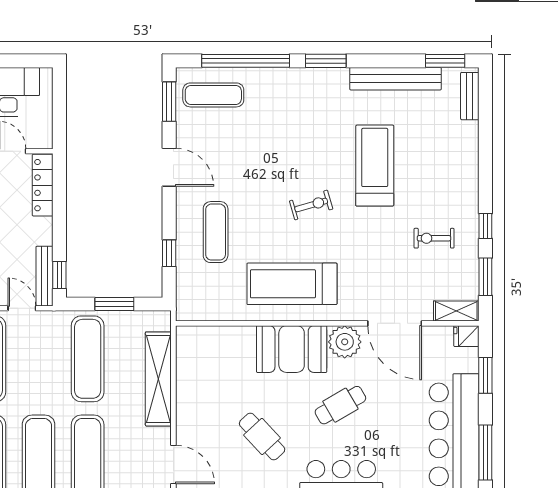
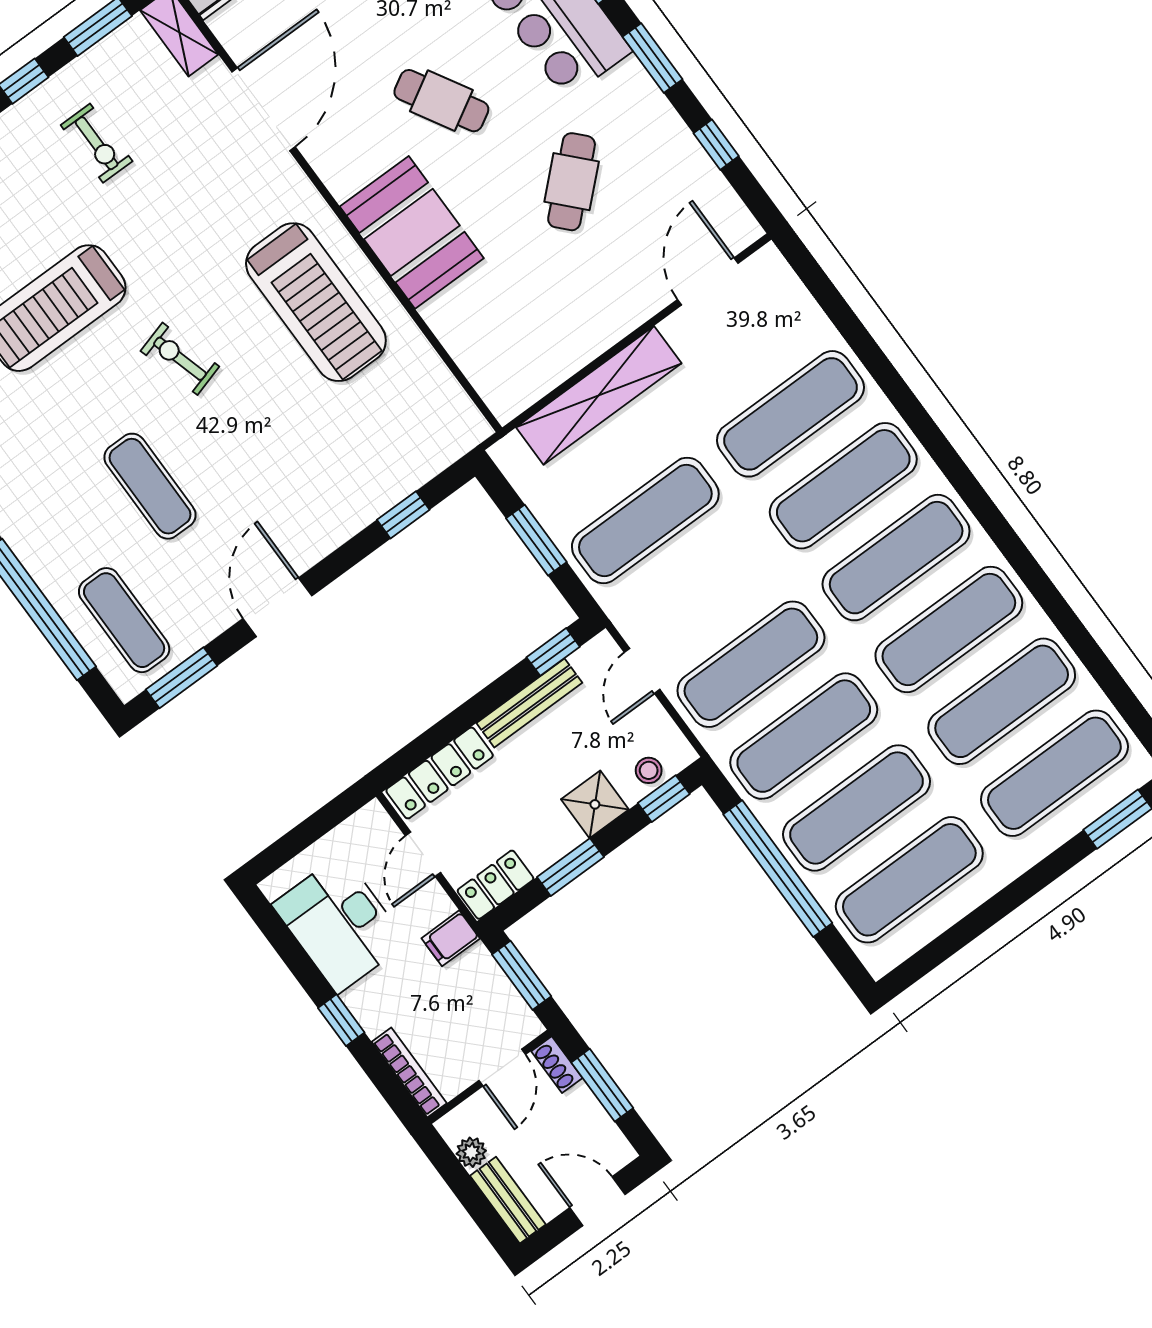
exercise mat: (216, 232) -> (150, 486), moved, turned 90
bench: (44, 276) -> (529, 703), moved
plant: (345, 342) -> (344, 162), removed

